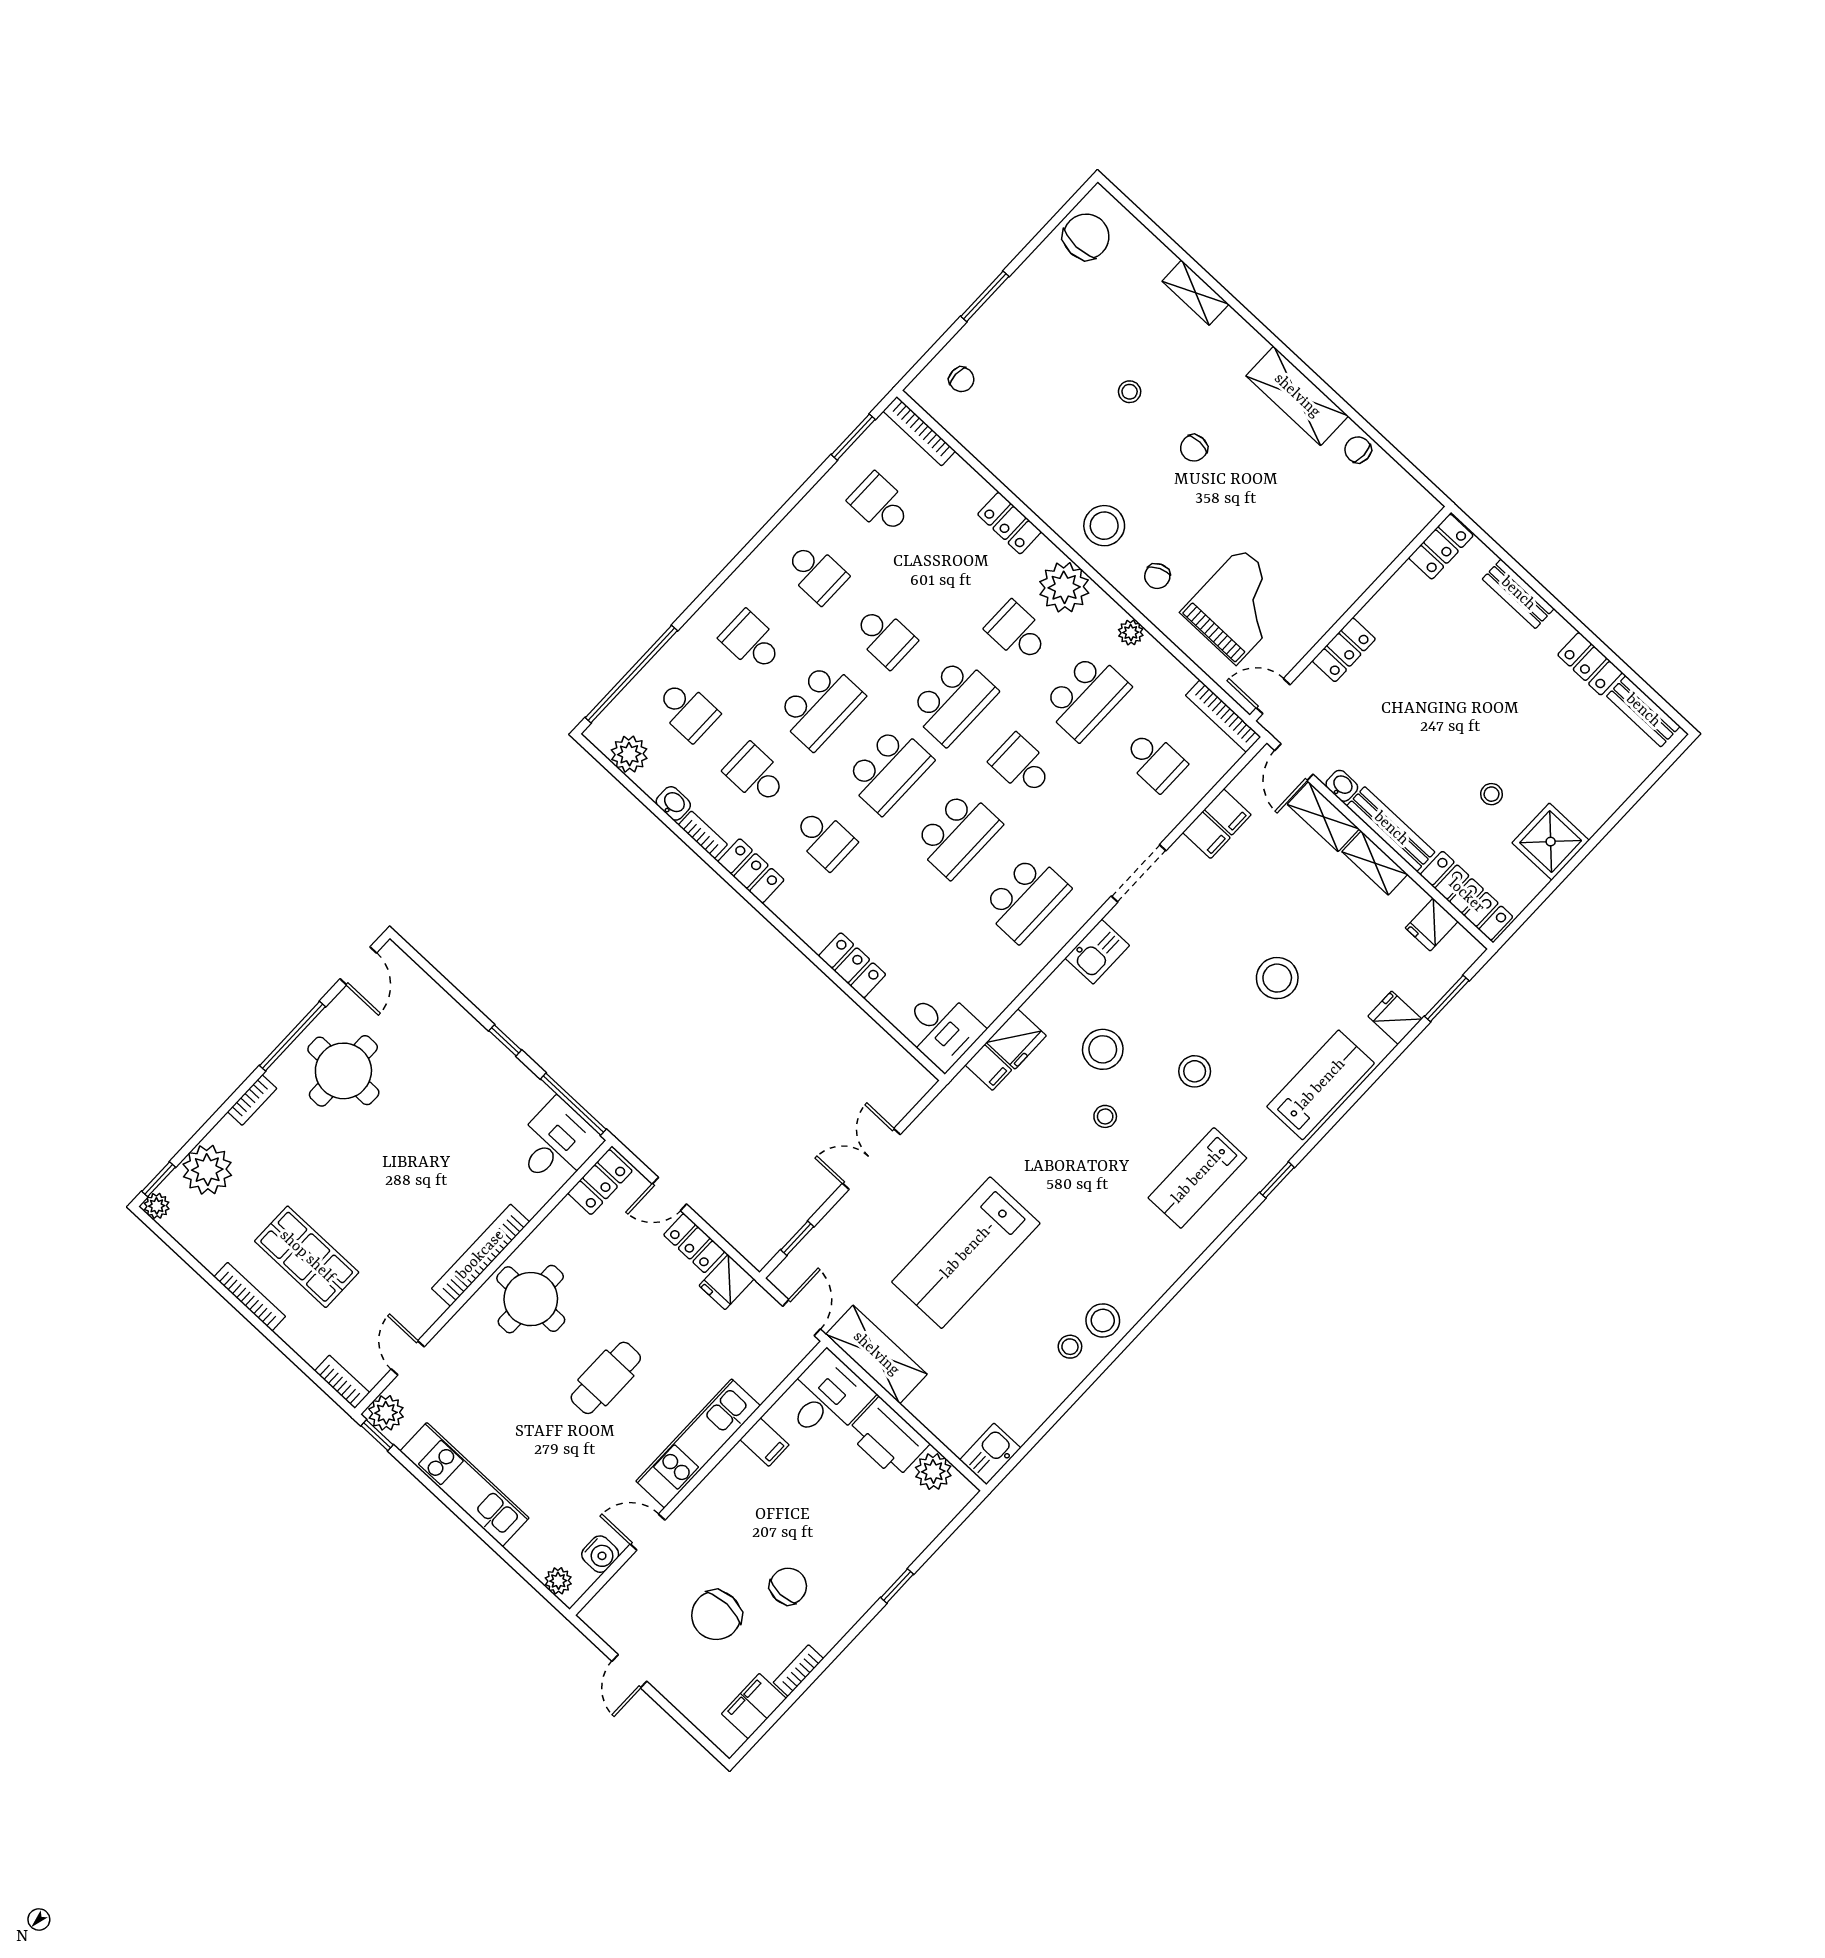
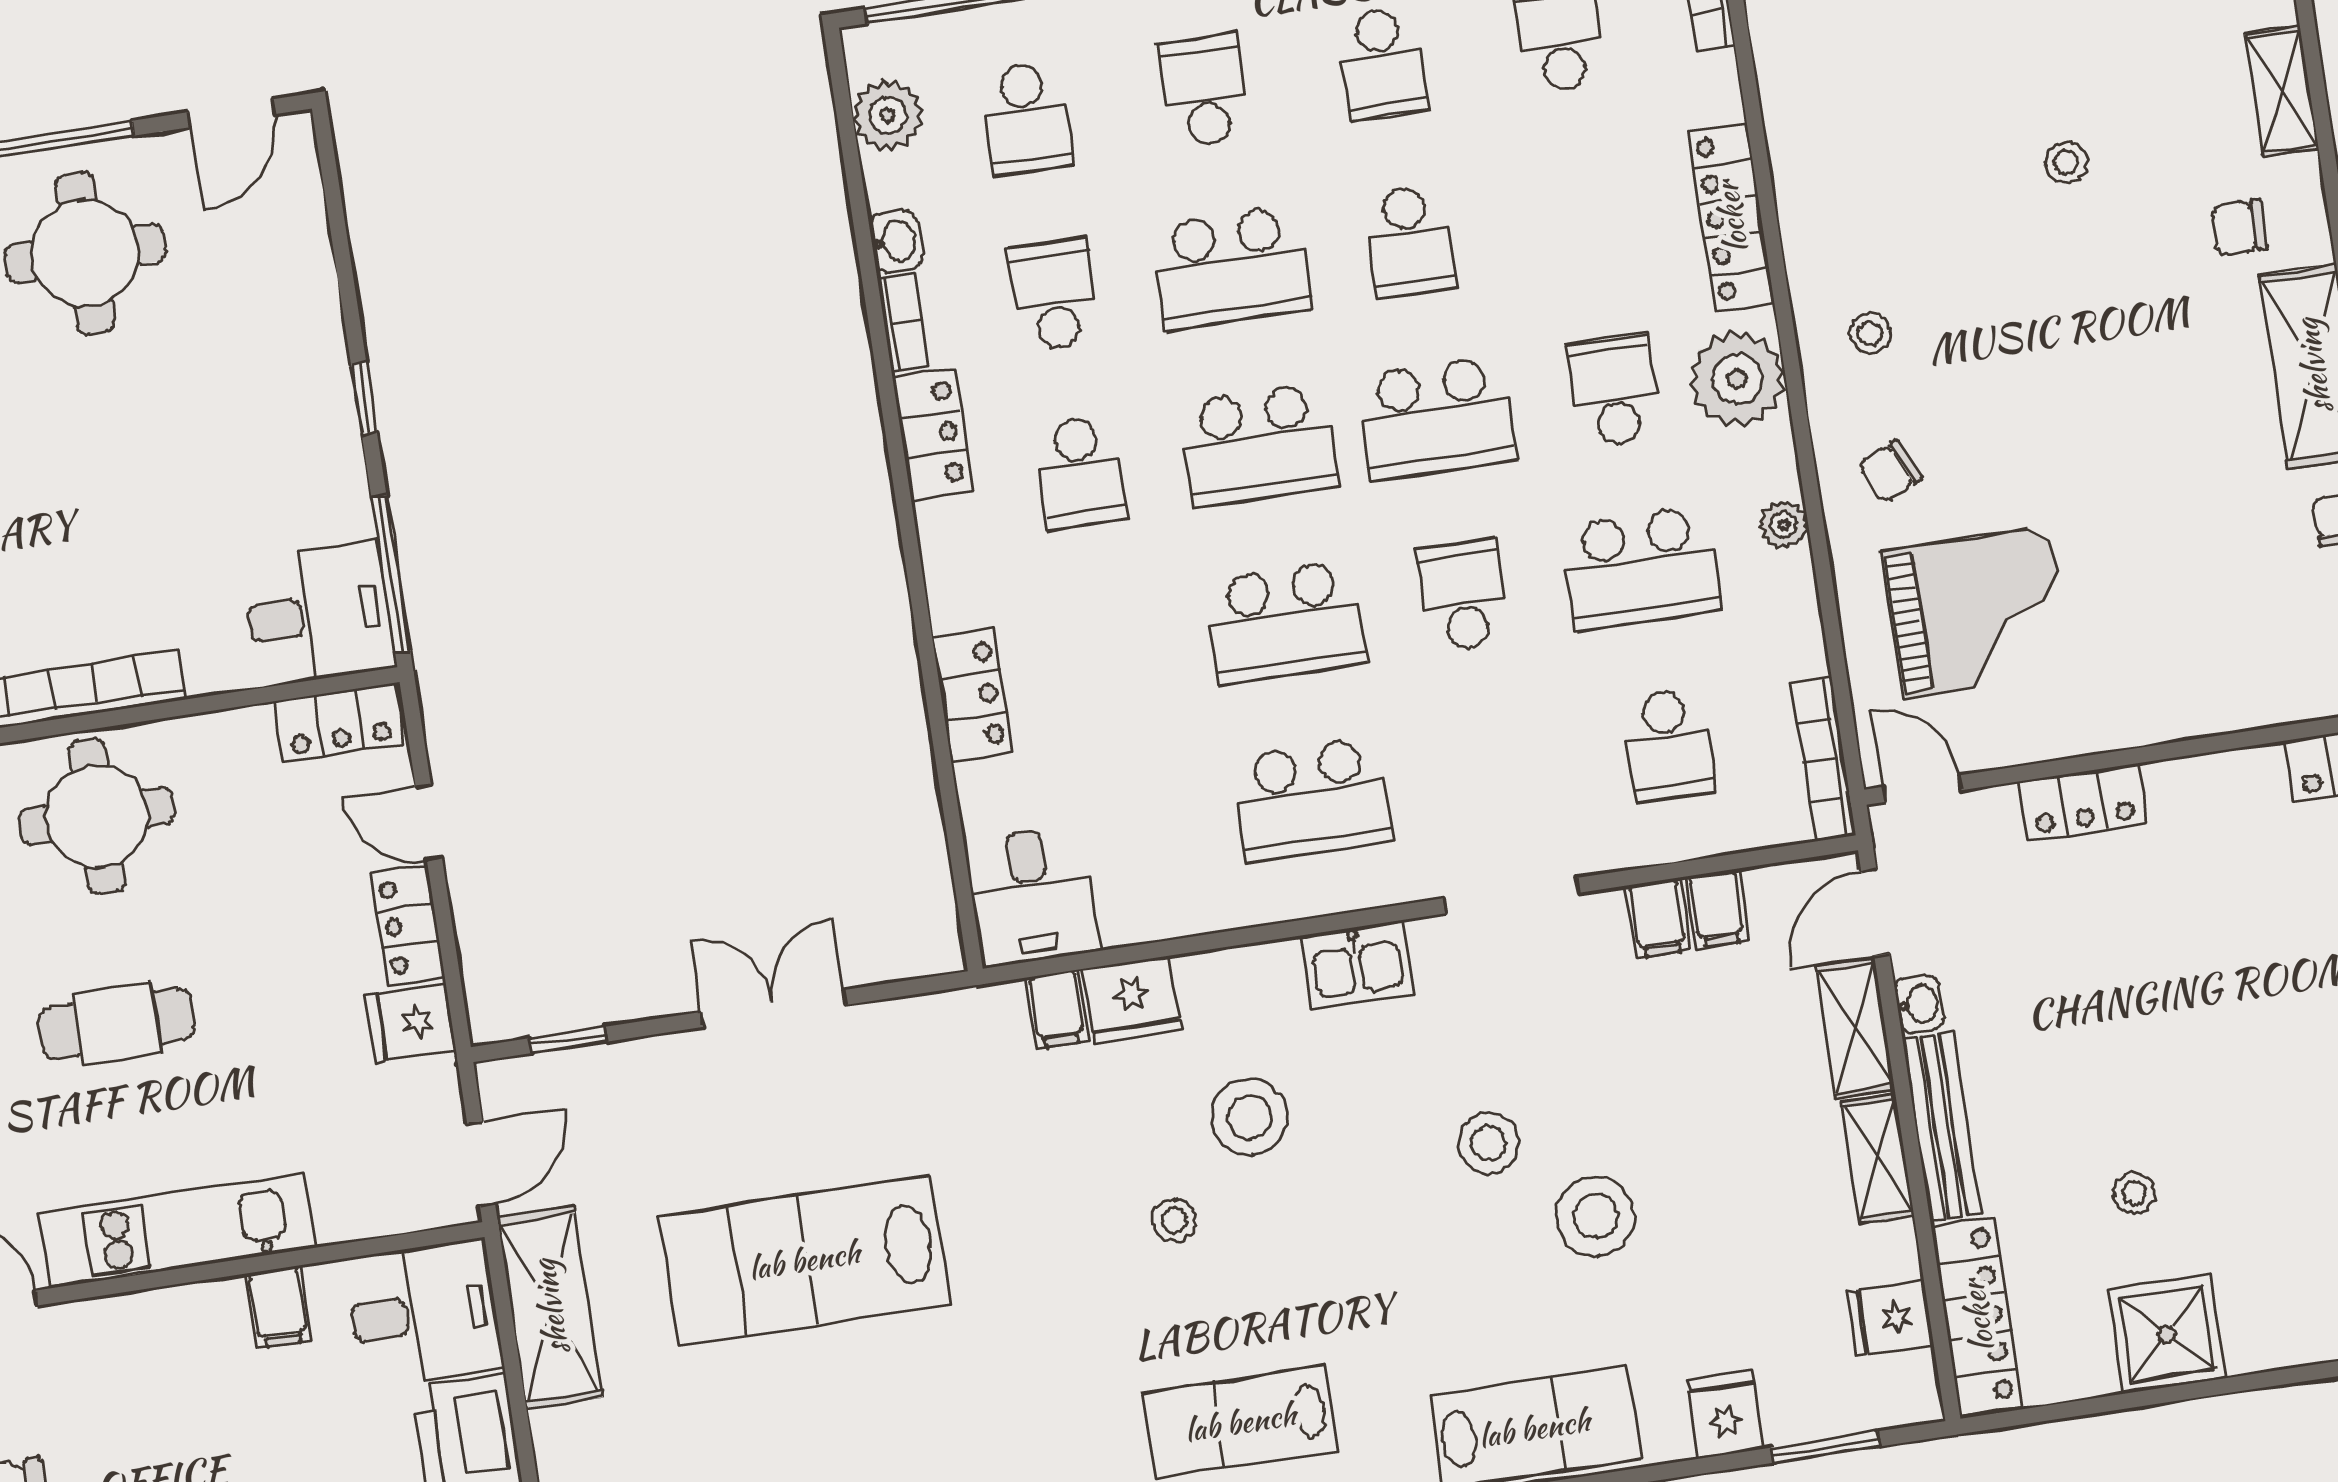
chair: (1194, 448) -> (2239, 227), moved
locker: (1009, 523) -> (1731, 217), width x1.53
stool: (1104, 526) -> (1870, 333), width x0.53, depth x0.53
stool: (1195, 1071) -> (1489, 1143), moved

